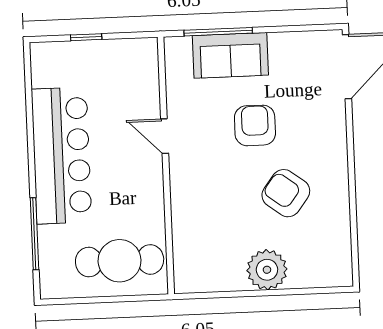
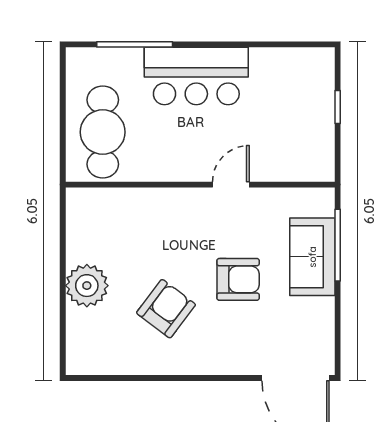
bar counter: (61, 155) -> (196, 76), width x0.73

